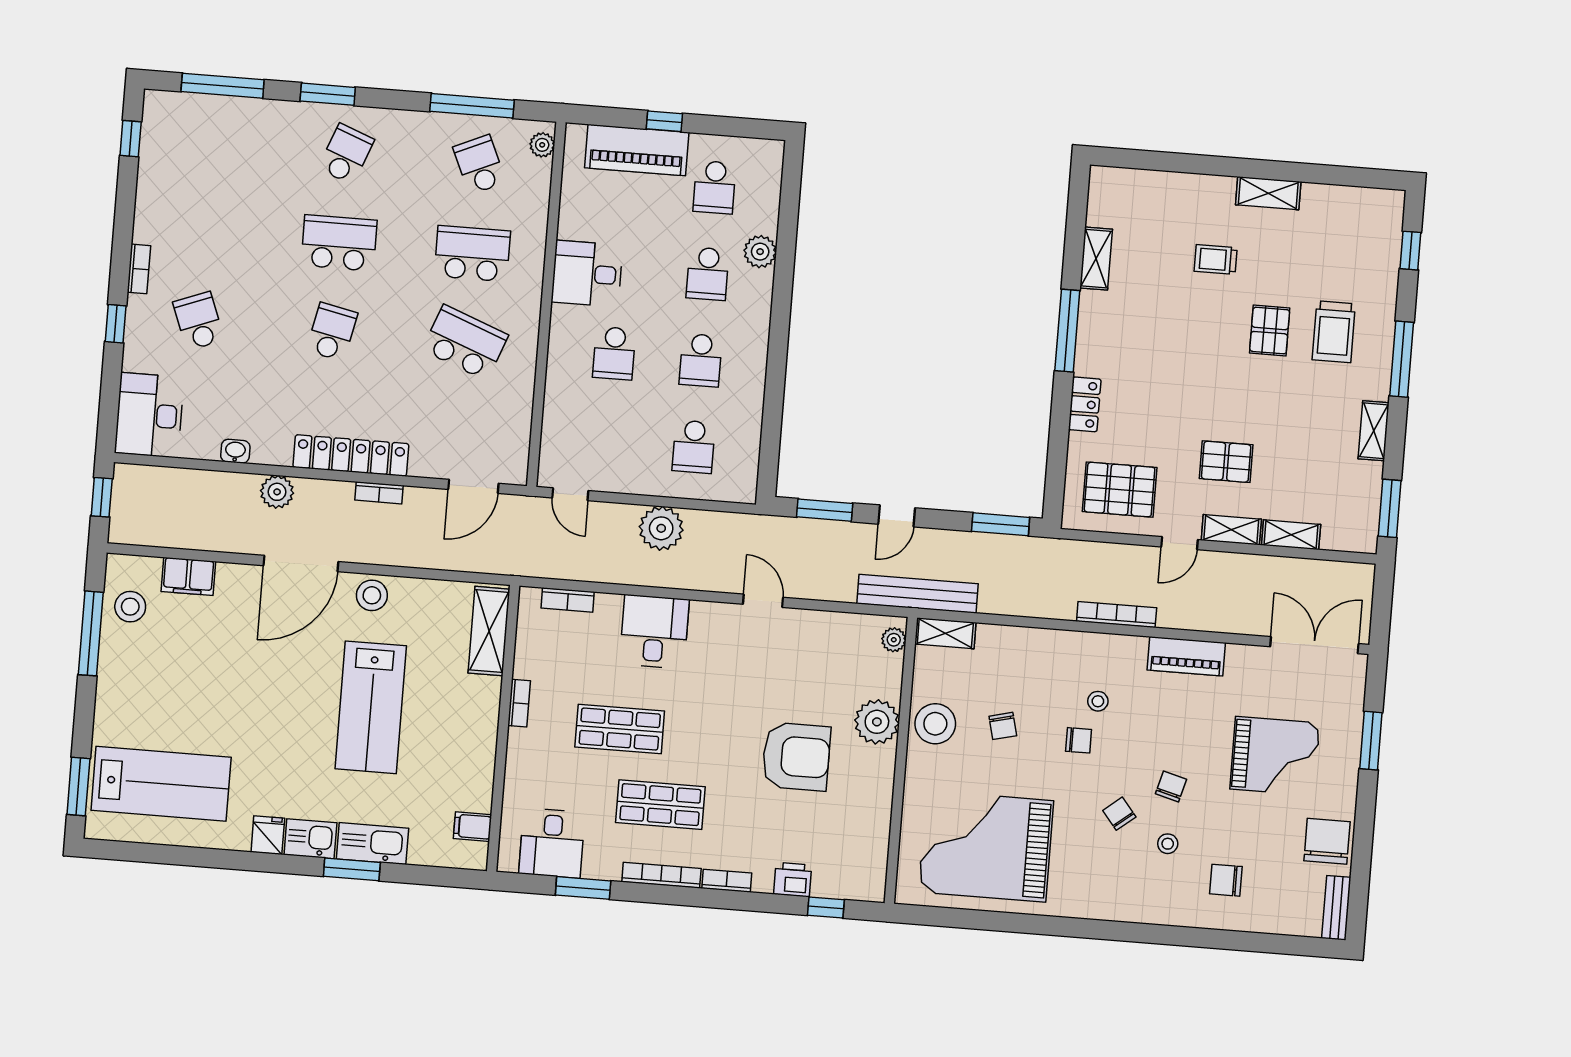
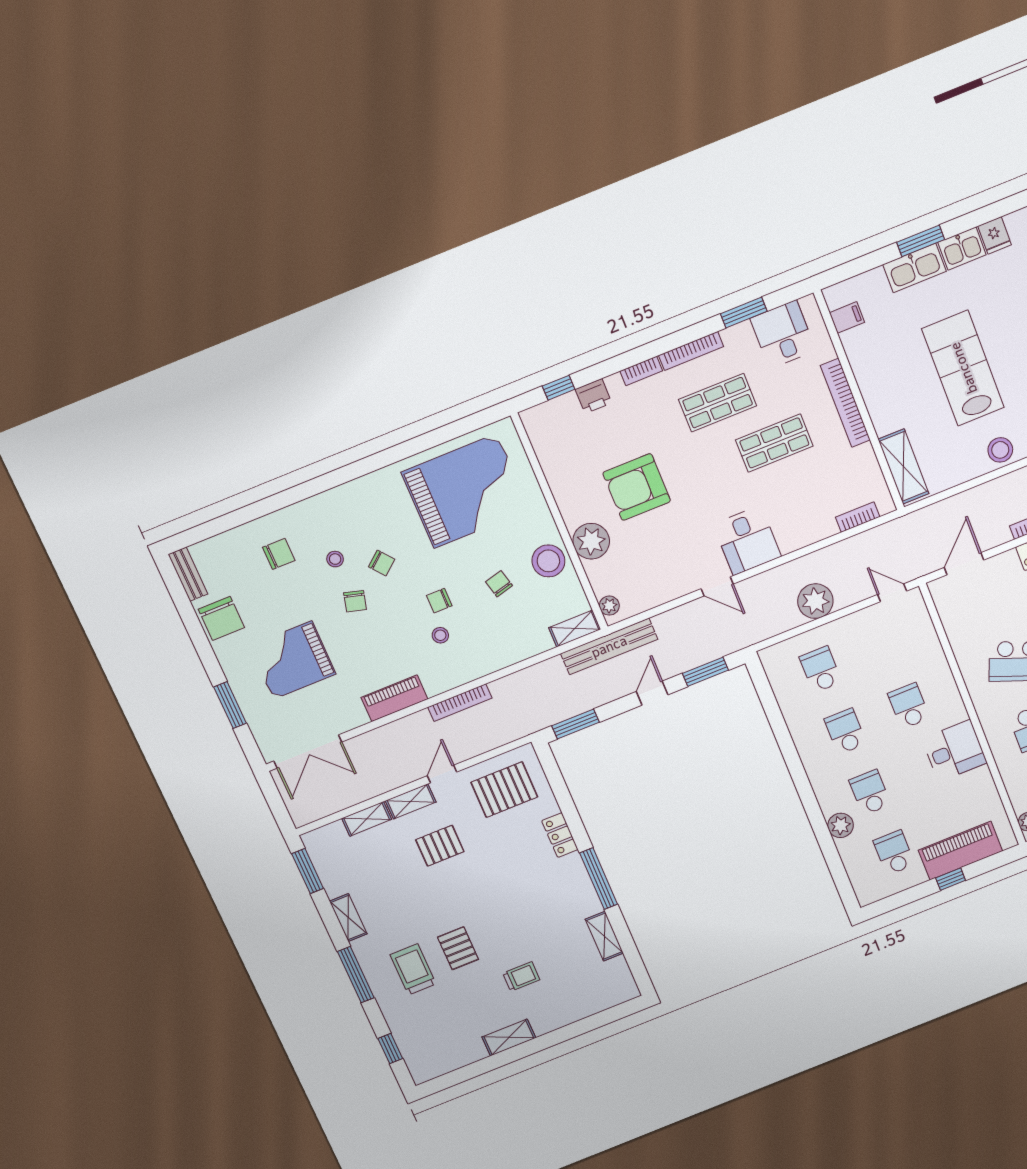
desk: (654, 632) -> (747, 540), moved
bookcase: (519, 703) -> (845, 403), width x2.31, depth x1.31

